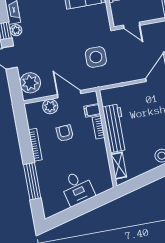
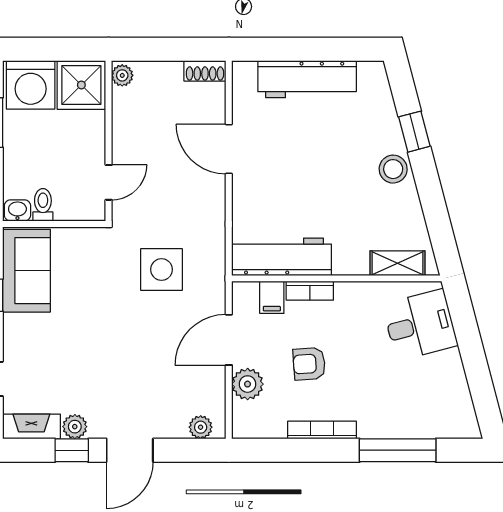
plant: (30, 83) -> (201, 427), width x0.53, depth x0.53
workbench: (115, 128) -> (282, 257), moved
desk: (77, 188) -> (420, 325), moved

